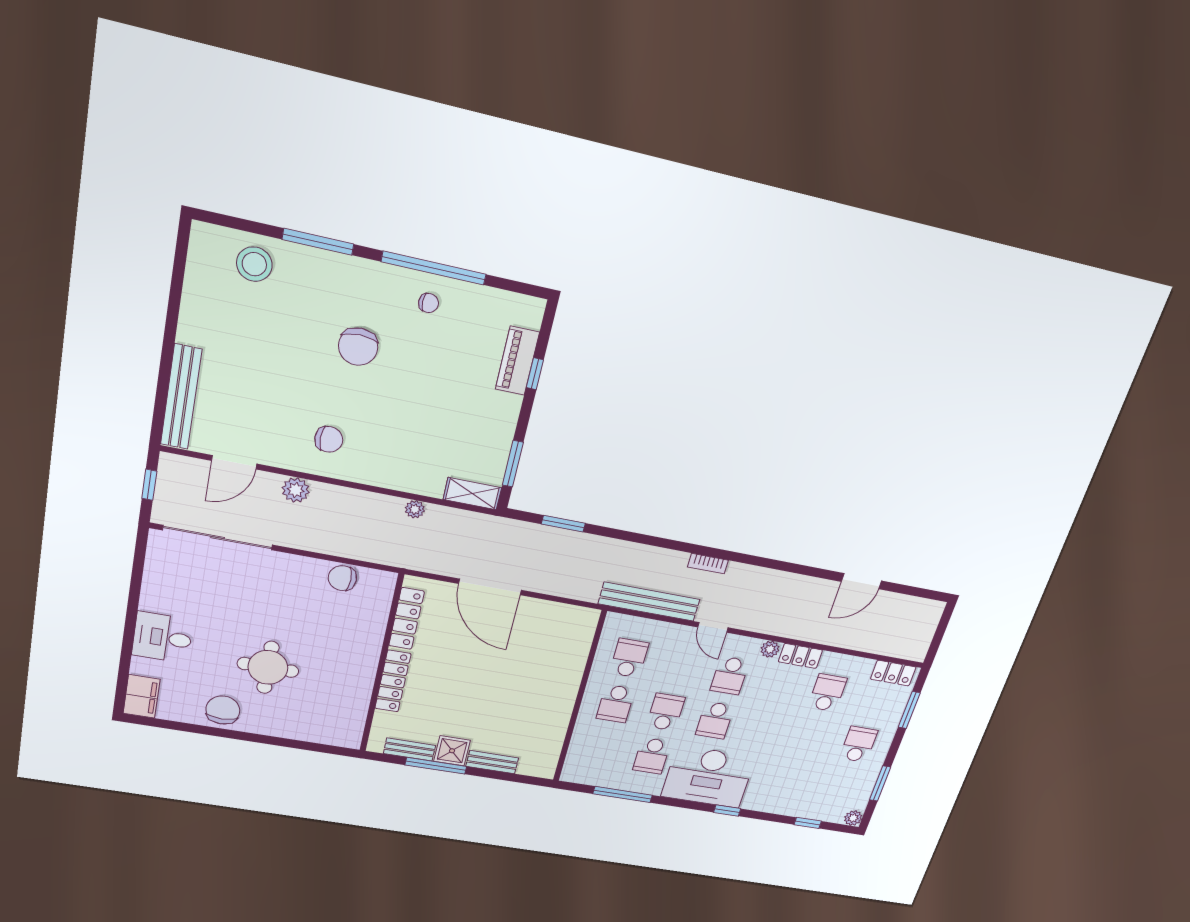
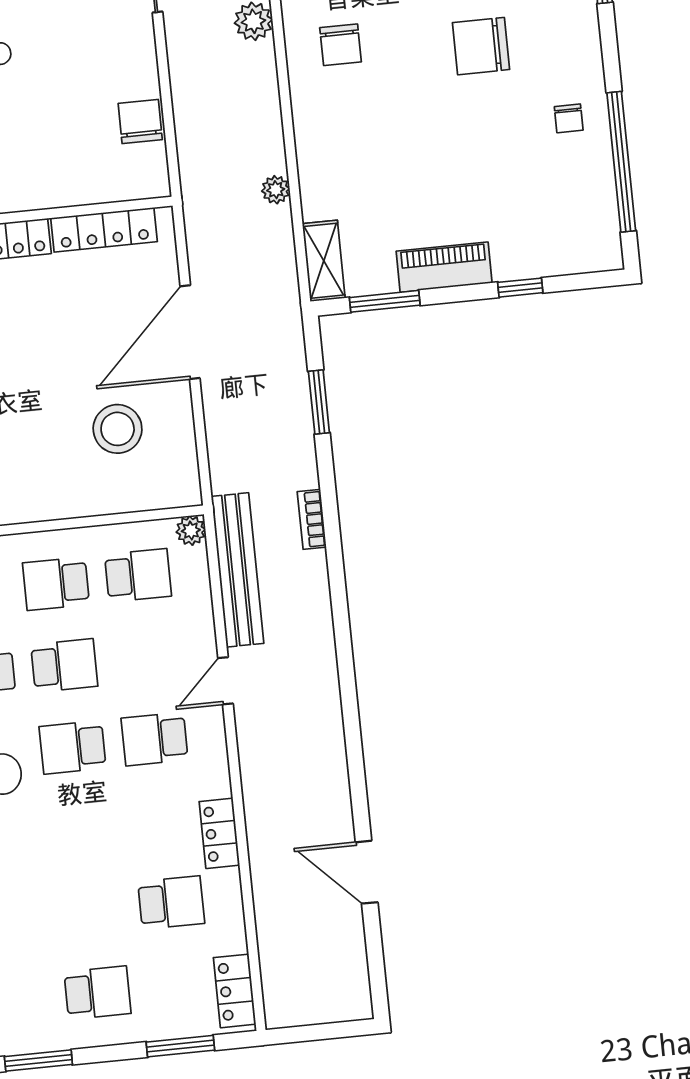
window: (434, 268) -> (621, 162), moved
piano: (517, 361) -> (444, 267), moved
bookcase: (708, 564) -> (312, 519), moved
stool: (535, 645) -> (118, 429), added
plant: (770, 649) -> (191, 531), moved

